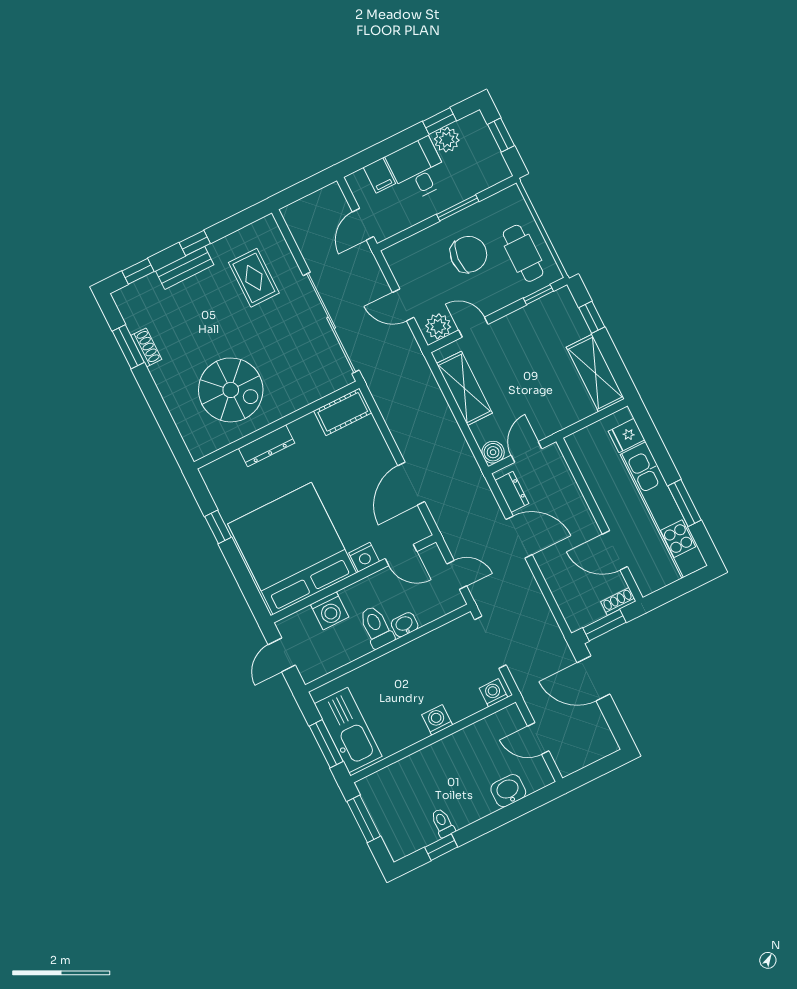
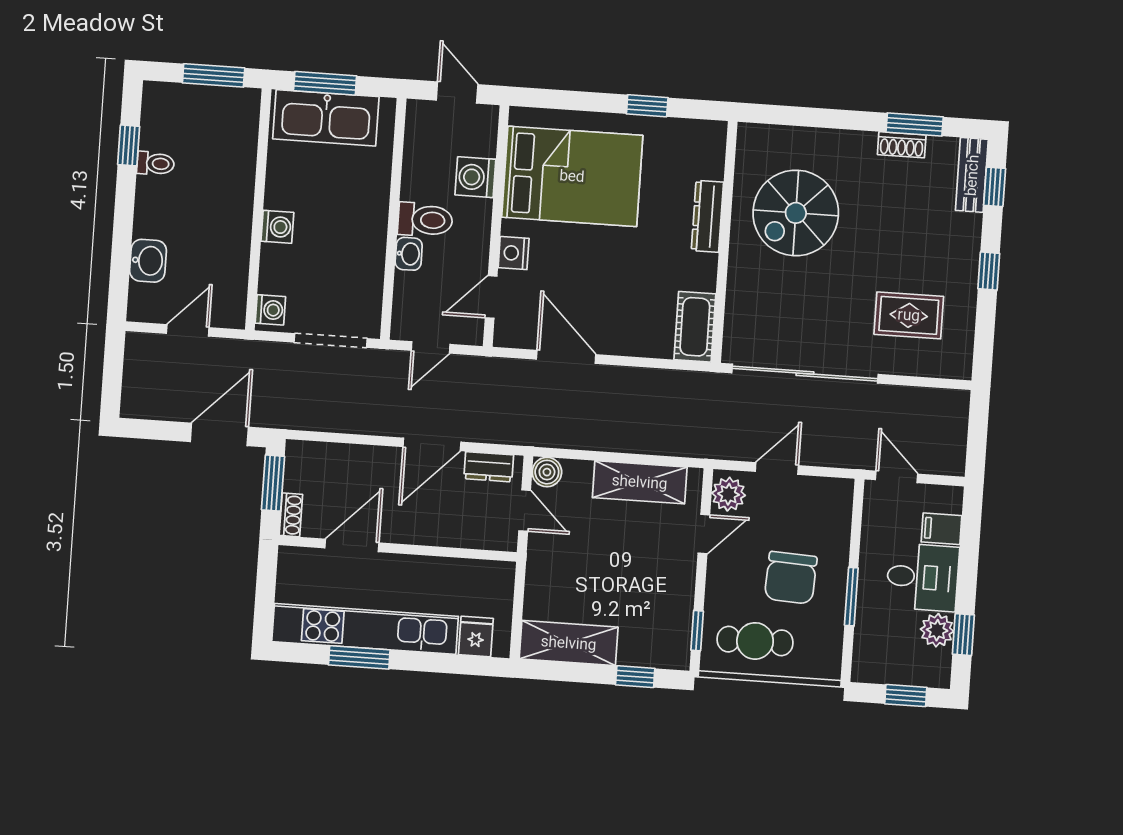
bench: (185, 268) -> (972, 175), moved
bed: (292, 548) -> (572, 176), width x0.73

